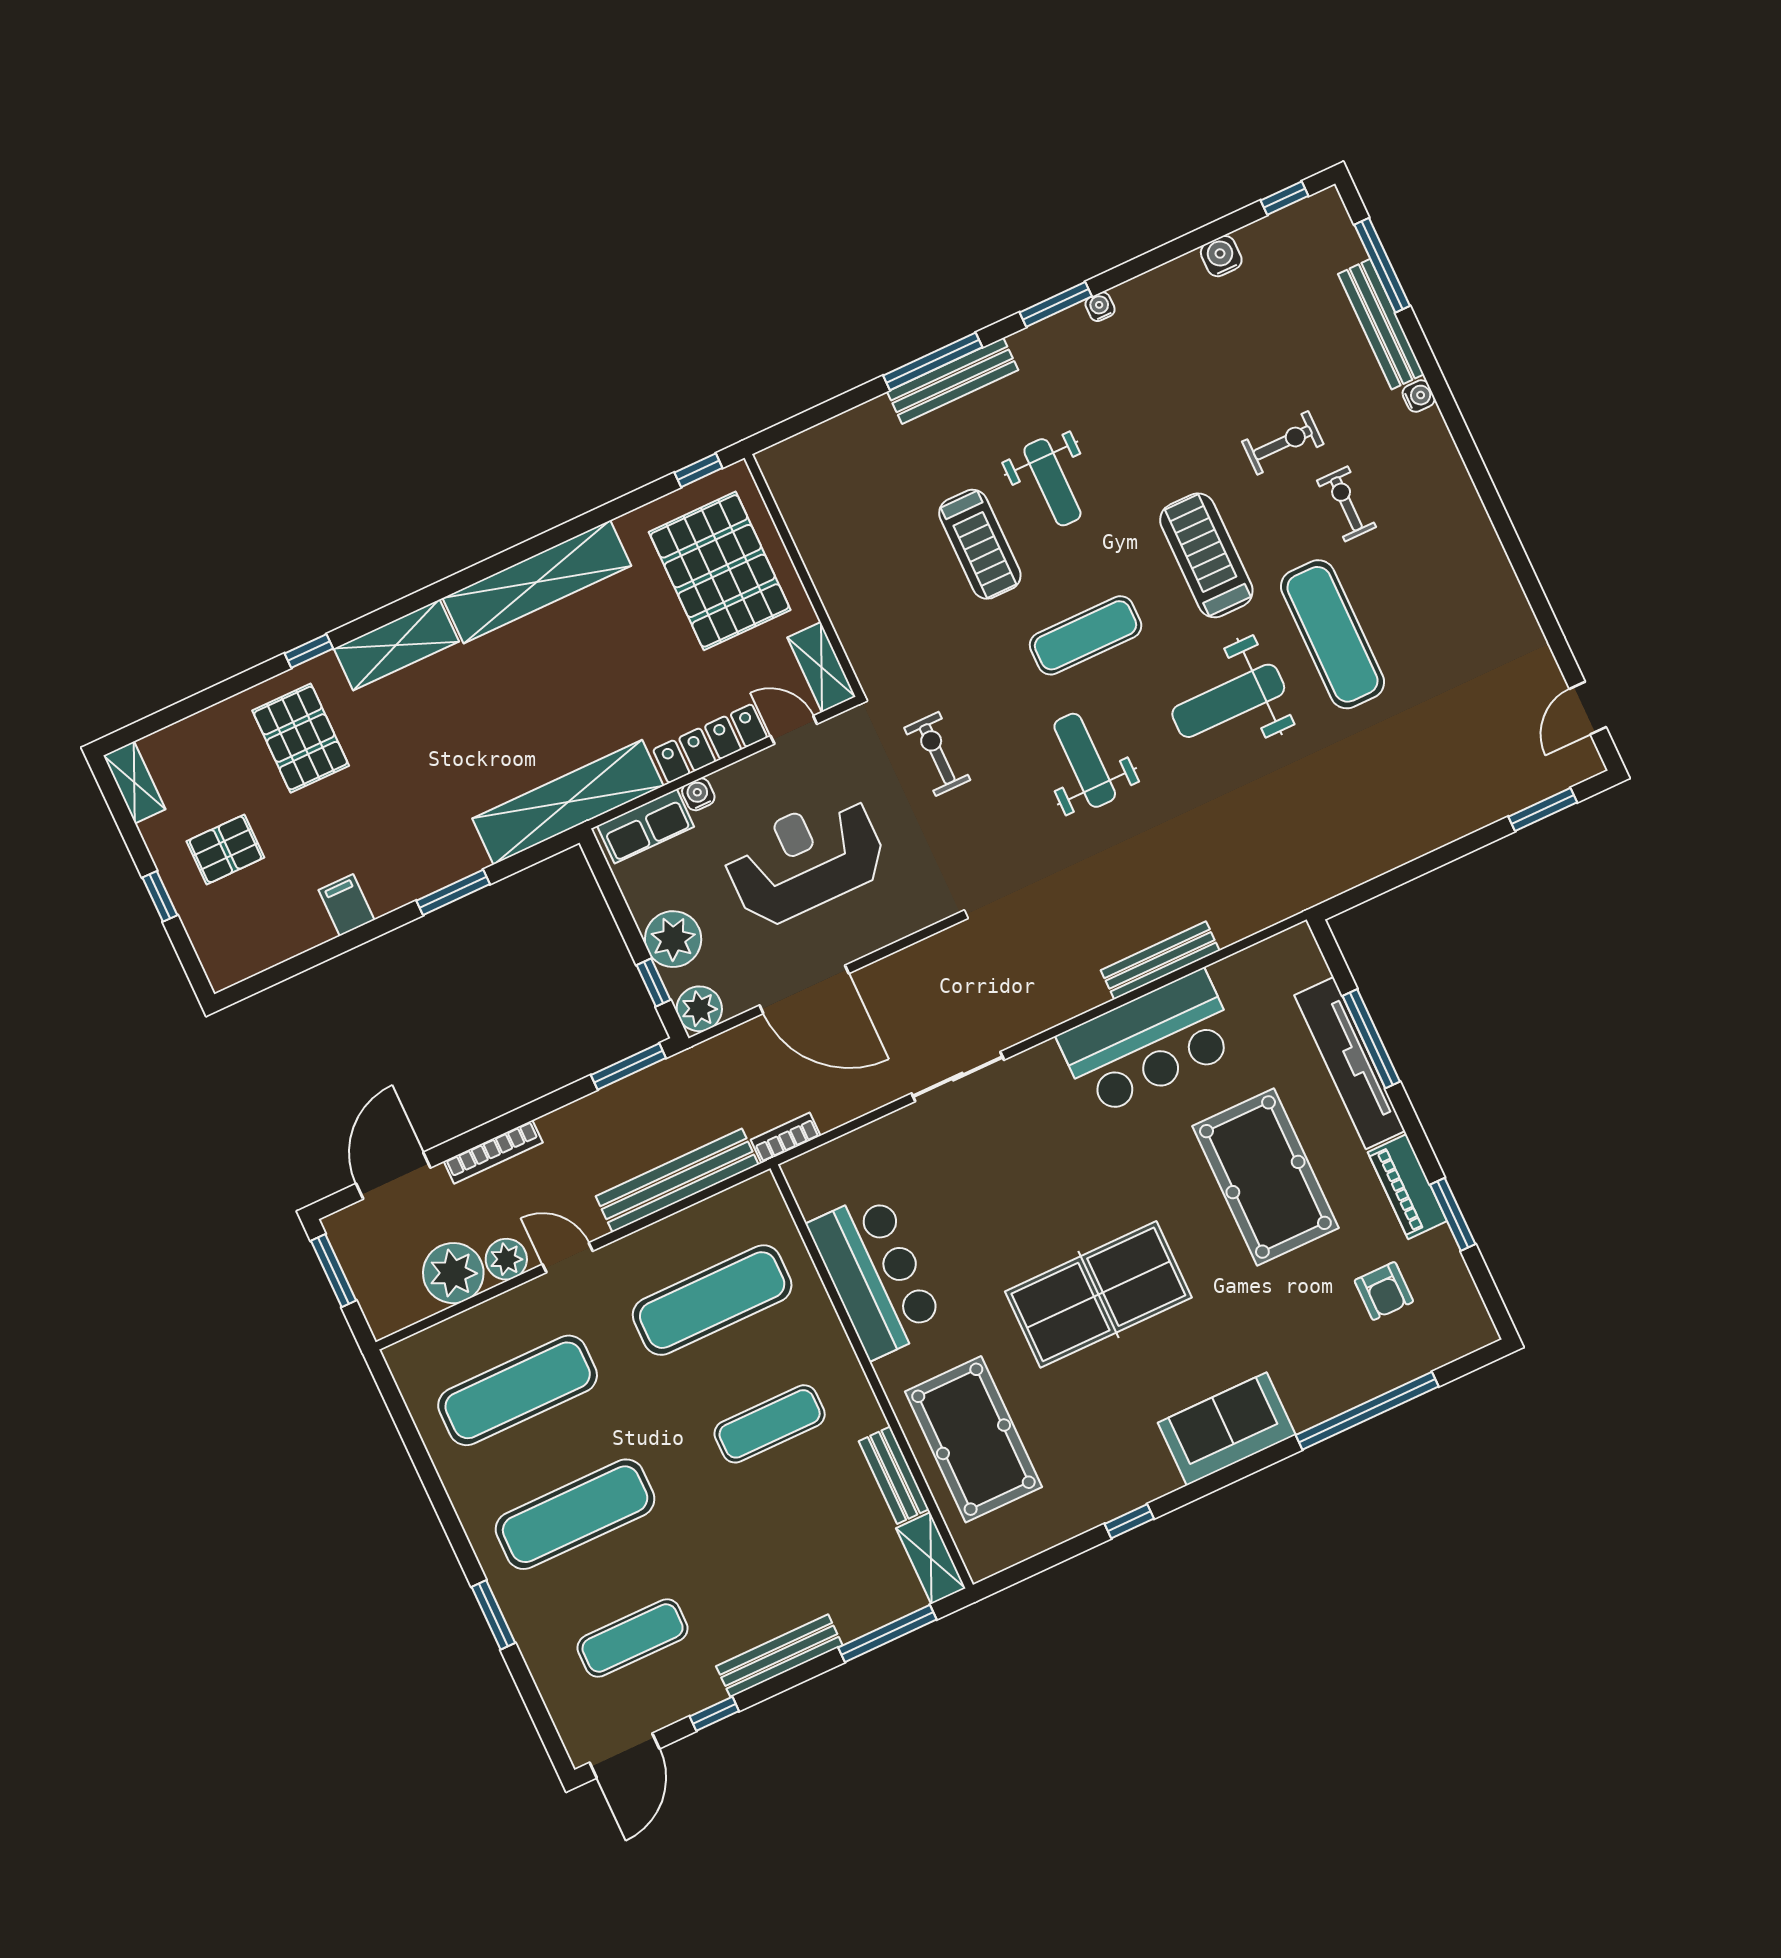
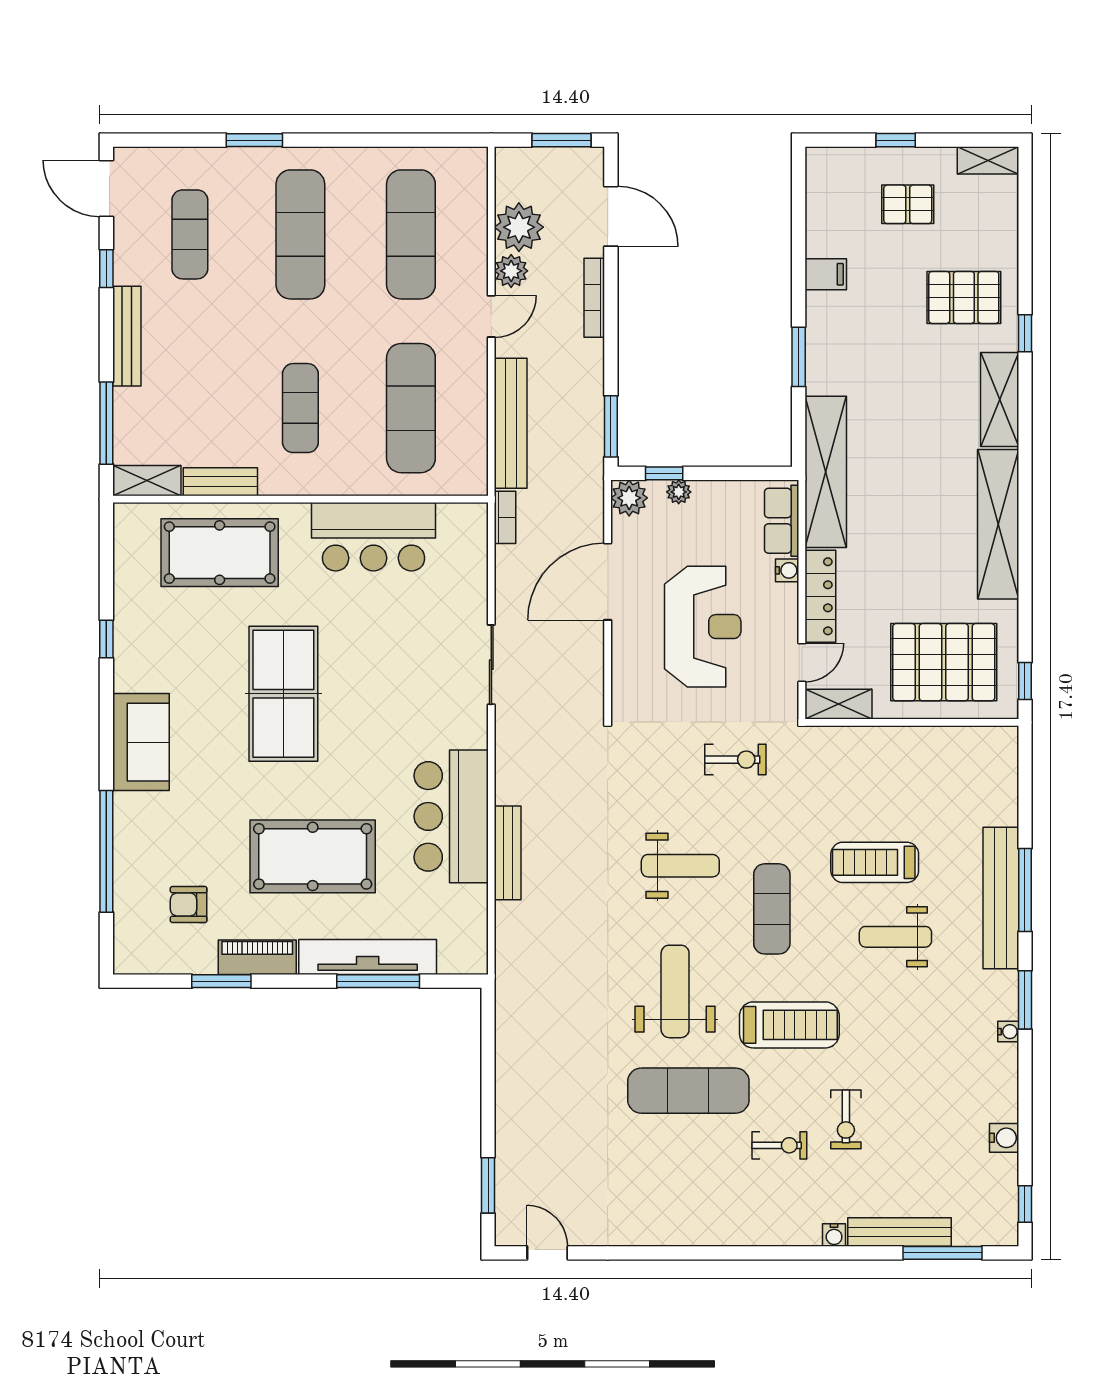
bench: (953, 381) -> (1001, 898), width x1.37, depth x1.21
pallet: (225, 849) -> (908, 204), turned 90
plant: (673, 939) -> (679, 492), width x0.53, depth x0.53

